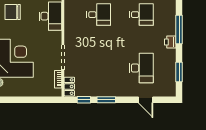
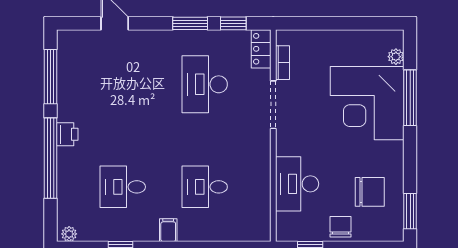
window: (179, 30) -> (51, 158), width x1.46
desk: (141, 68) -> (205, 84), moved
window: (179, 72) -> (51, 77), width x1.44

